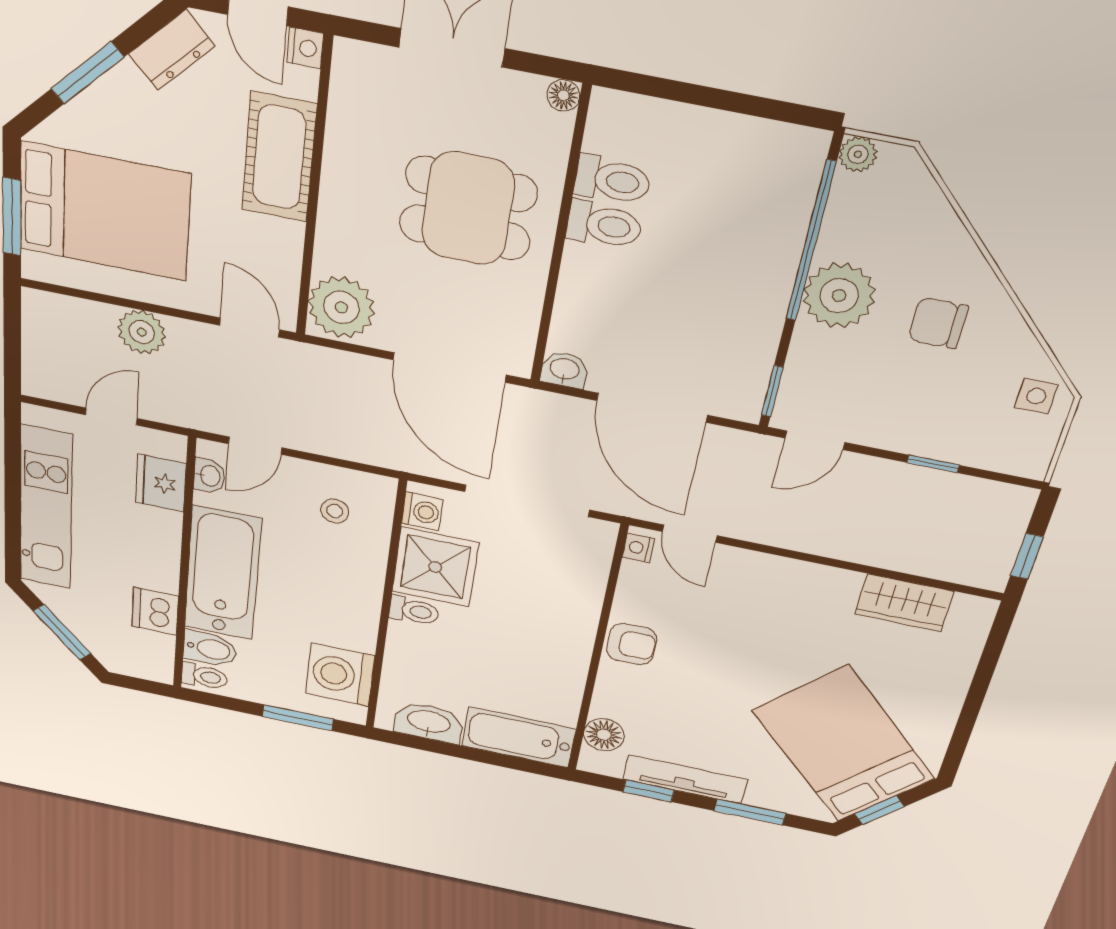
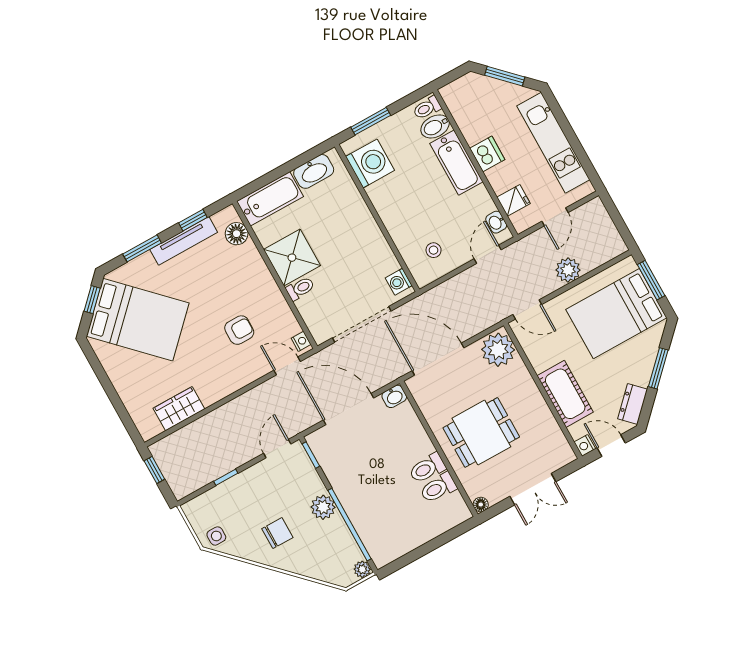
plant: (839, 295) -> (323, 507), width x0.73, depth x0.73
fridge: (161, 483) -> (514, 200), width x0.72
shower: (435, 567) -> (292, 258), moved
bathtub: (223, 573) -> (456, 163), width x0.73, depth x0.73
dishwasher: (155, 611) -> (487, 154), moved
toilet: (414, 611) -> (300, 288), moved, turned 180
armchair: (632, 644) -> (239, 330), moved, turned 180

